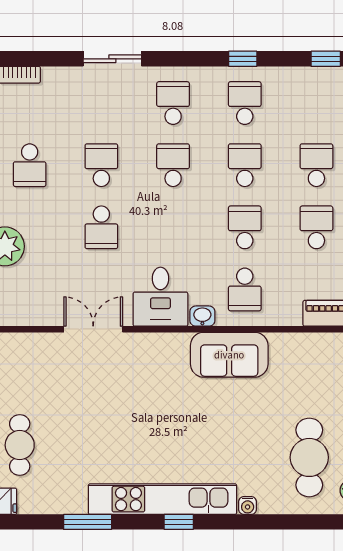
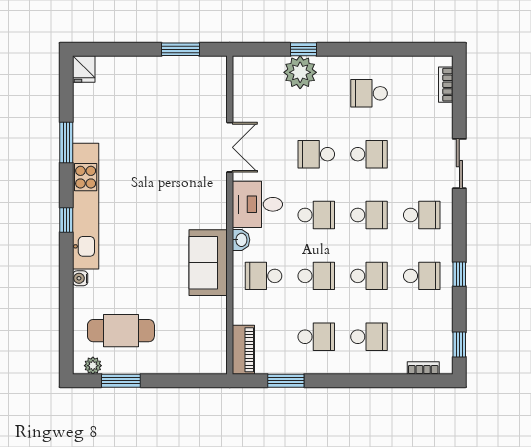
school desk: (173, 227) -> (316, 215), added
cafe table: (20, 445) -> (132, 85), removed

